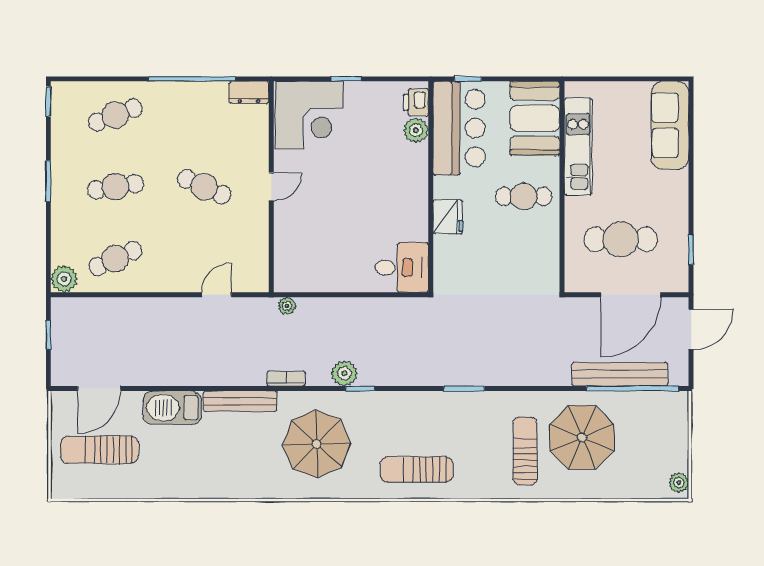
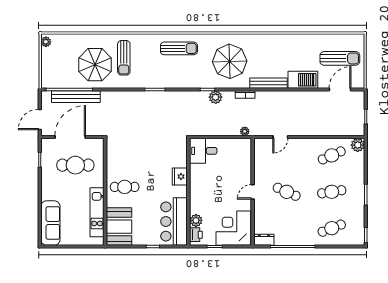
printer: (416, 102) -> (196, 235), moved
bar counter: (459, 128) -> (174, 222), moved
plant: (416, 130) -> (196, 220), moved
wall: (431, 187) -> (188, 192), moved
fridge: (448, 217) -> (180, 177), moved
desk: (402, 268) -> (203, 151), moved

